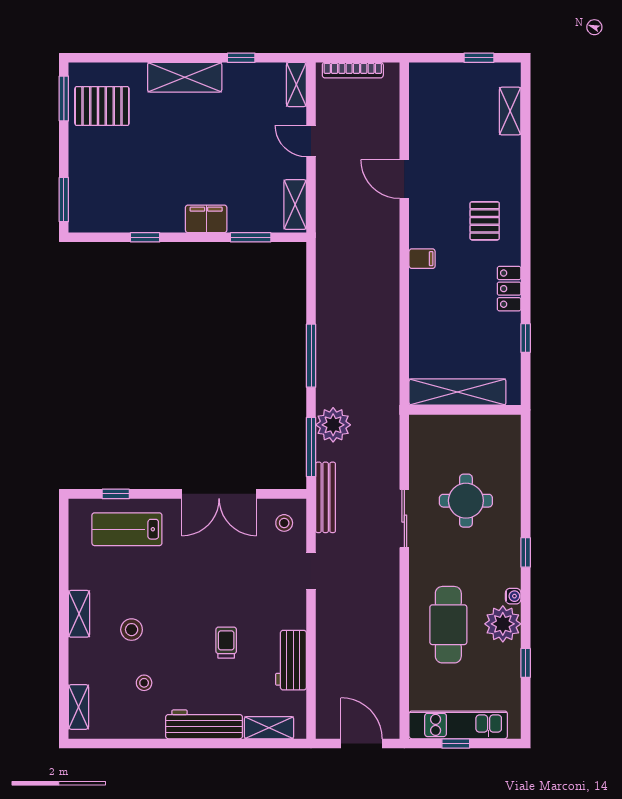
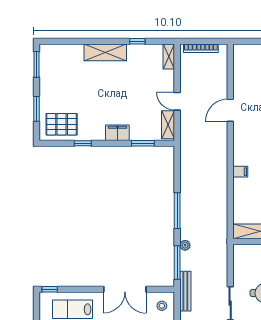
pallet: (102, 106) -> (62, 124), moved
door: (311, 141) -> (177, 101), moved
door: (404, 179) -> (230, 110), hinge flipped
window: (64, 200) -> (37, 109), moved
filing cabinet: (422, 259) -> (240, 172), moved
plant: (333, 425) -> (185, 245), width x0.53, depth x0.53
window: (116, 494) -> (50, 289), moved

